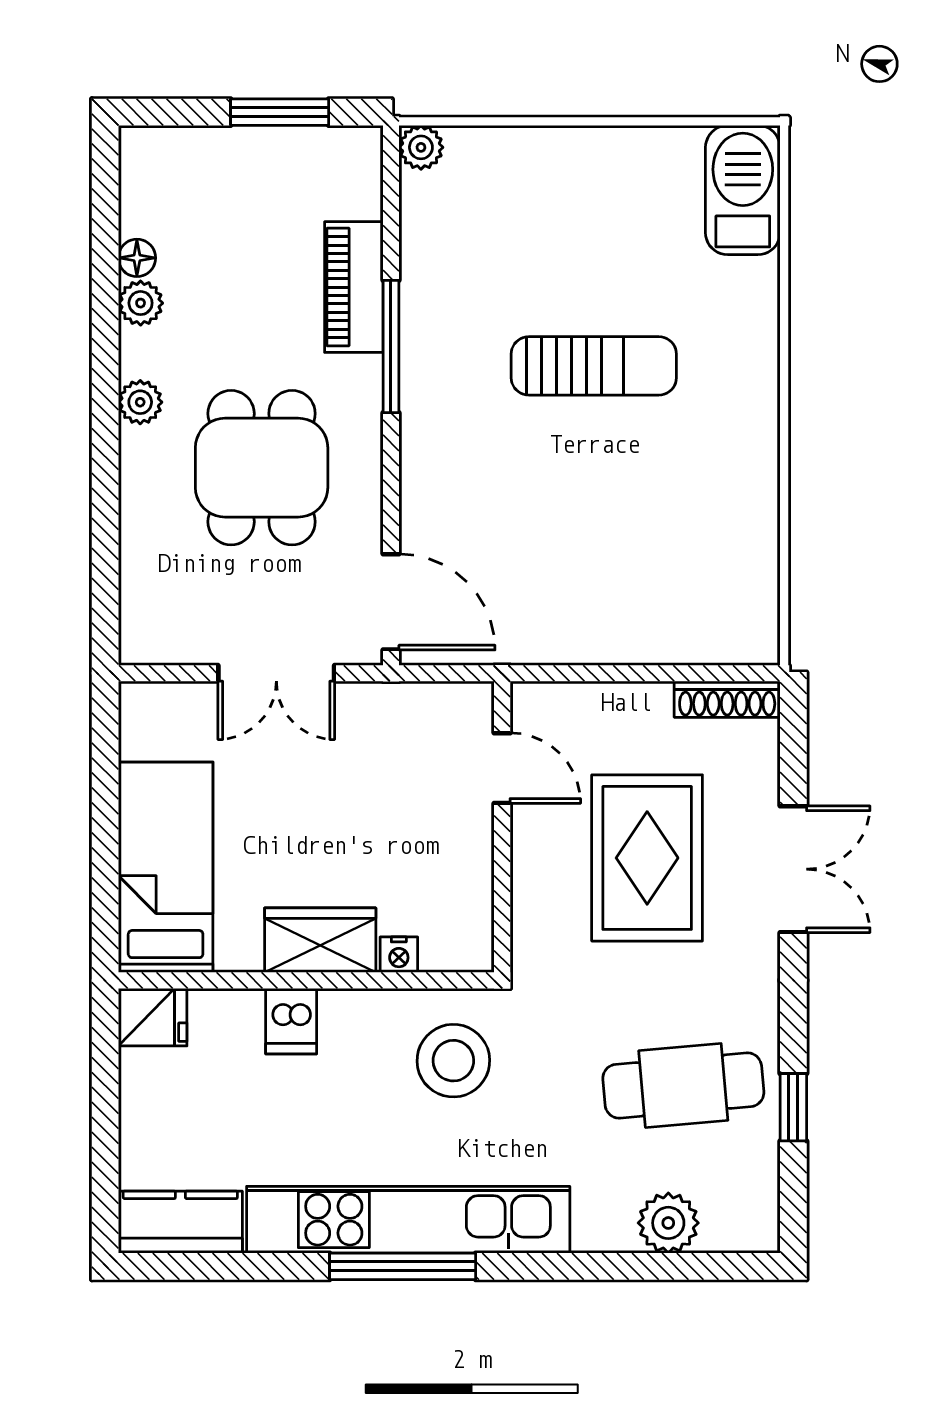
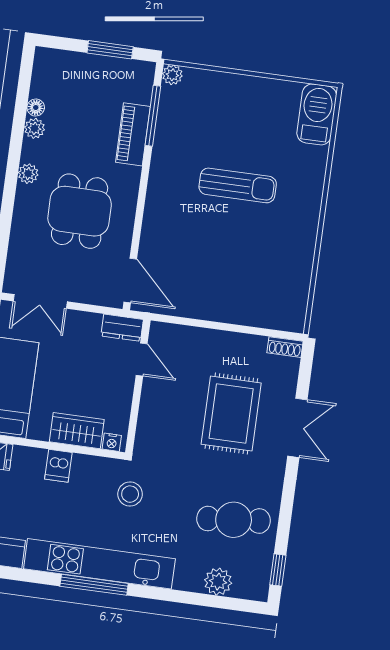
window: (391, 346) -> (153, 116), moved
double door: (276, 673) -> (40, 301), moved
shoe rack: (727, 699) -> (285, 347), width x0.70
dresser: (387, 706) -> (122, 328), added
door: (502, 768) -> (142, 359), moved
wall: (502, 827) -> (138, 386), moved
stool: (453, 1061) -> (130, 494), width x0.73, depth x0.73
window: (793, 1107) -> (278, 570), moved

